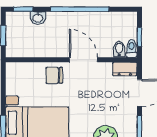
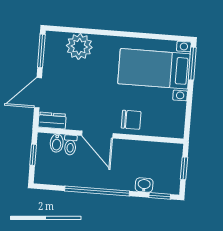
toilet: (132, 48) -> (70, 145), moved

